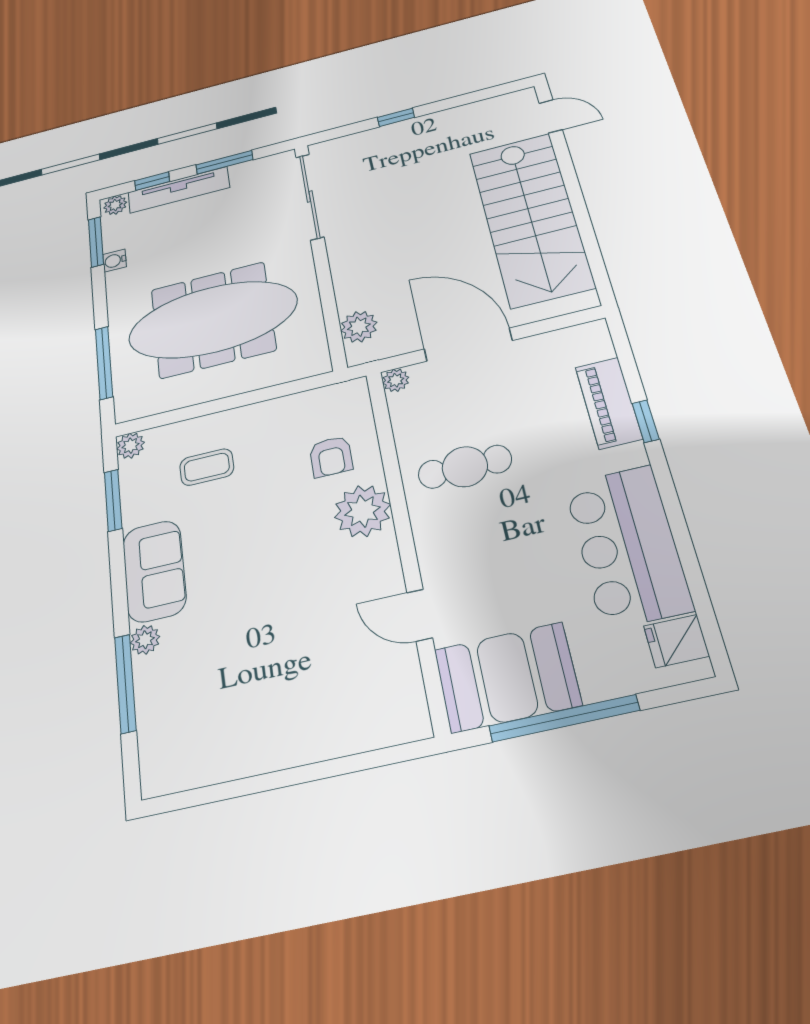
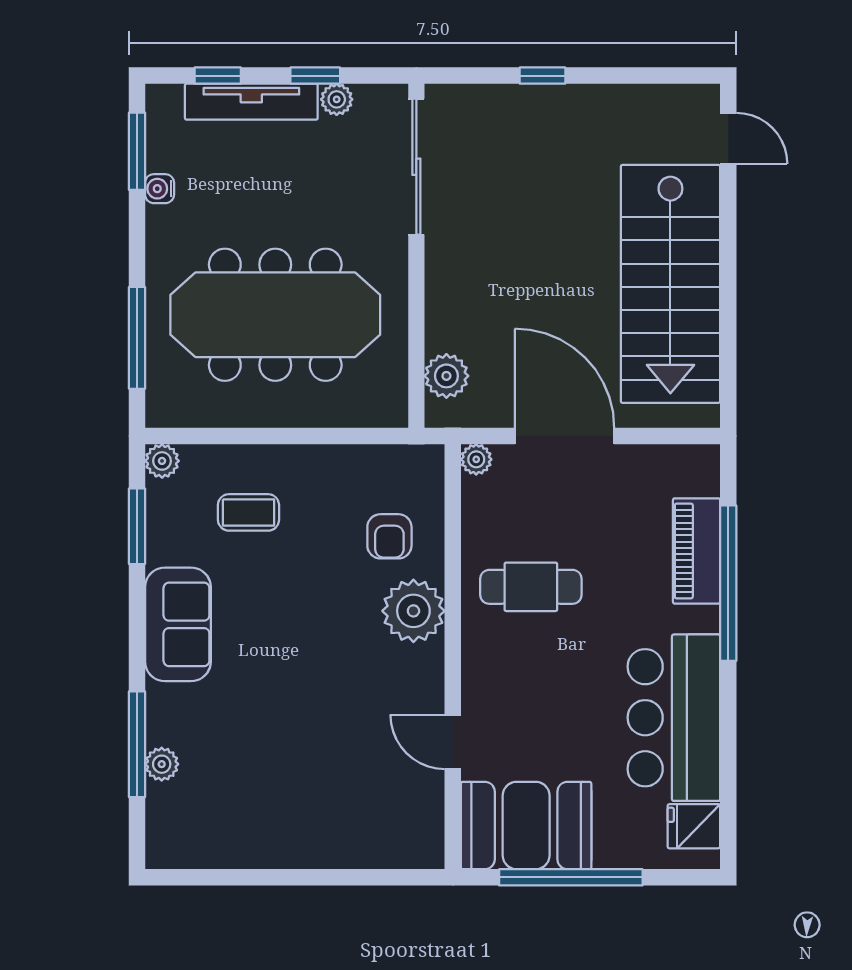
window: (224, 162) -> (315, 76), width x0.67
plant: (115, 205) -> (337, 99), moved
window: (646, 421) -> (728, 583), width x3.17
plant: (145, 640) -> (162, 764), moved

